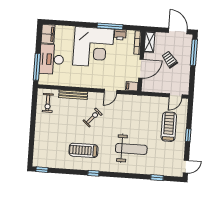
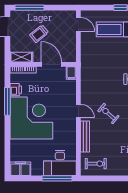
desk: (52, 59) -> (60, 163), moved
door: (110, 91) -> (78, 111), moved

